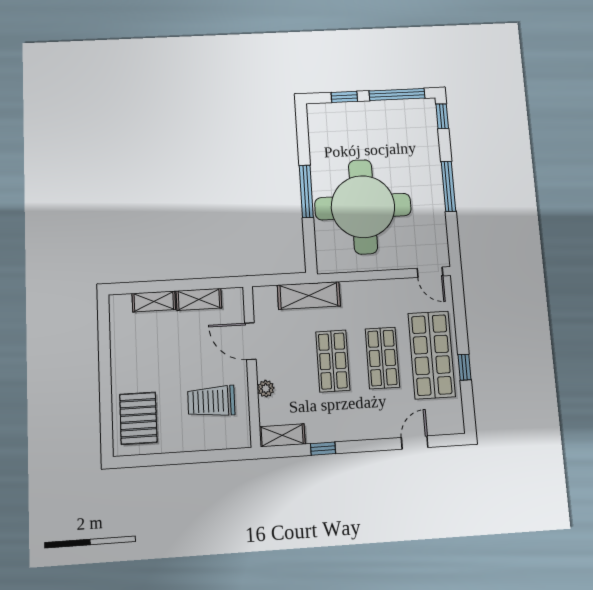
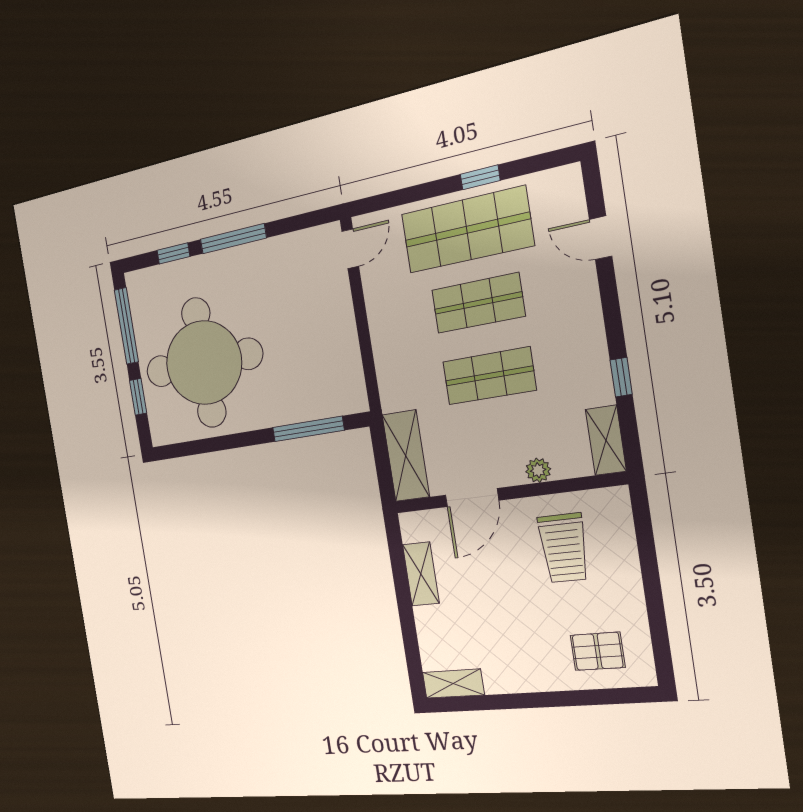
window: (442, 116) -> (173, 253), moved
window: (306, 191) -> (308, 429), moved
round table: (363, 207) -> (204, 363), moved
shelving: (309, 296) -> (406, 456), moved
shelving: (154, 301) -> (453, 684), moved, turned 90
pallet: (138, 418) -> (598, 651), width x0.67, depth x0.71

